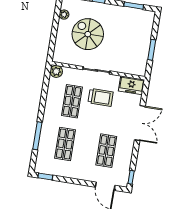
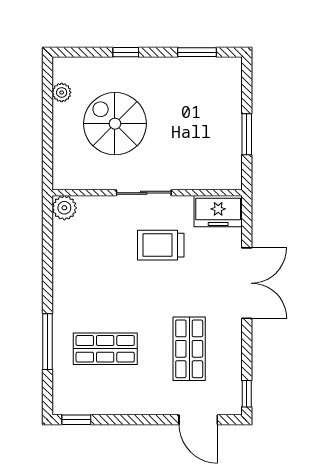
trolley: (101, 97) -> (161, 245), turned 180
shop shelf: (72, 101) -> (105, 262), removed
shop shelf: (65, 144) -> (105, 349), turned 90

